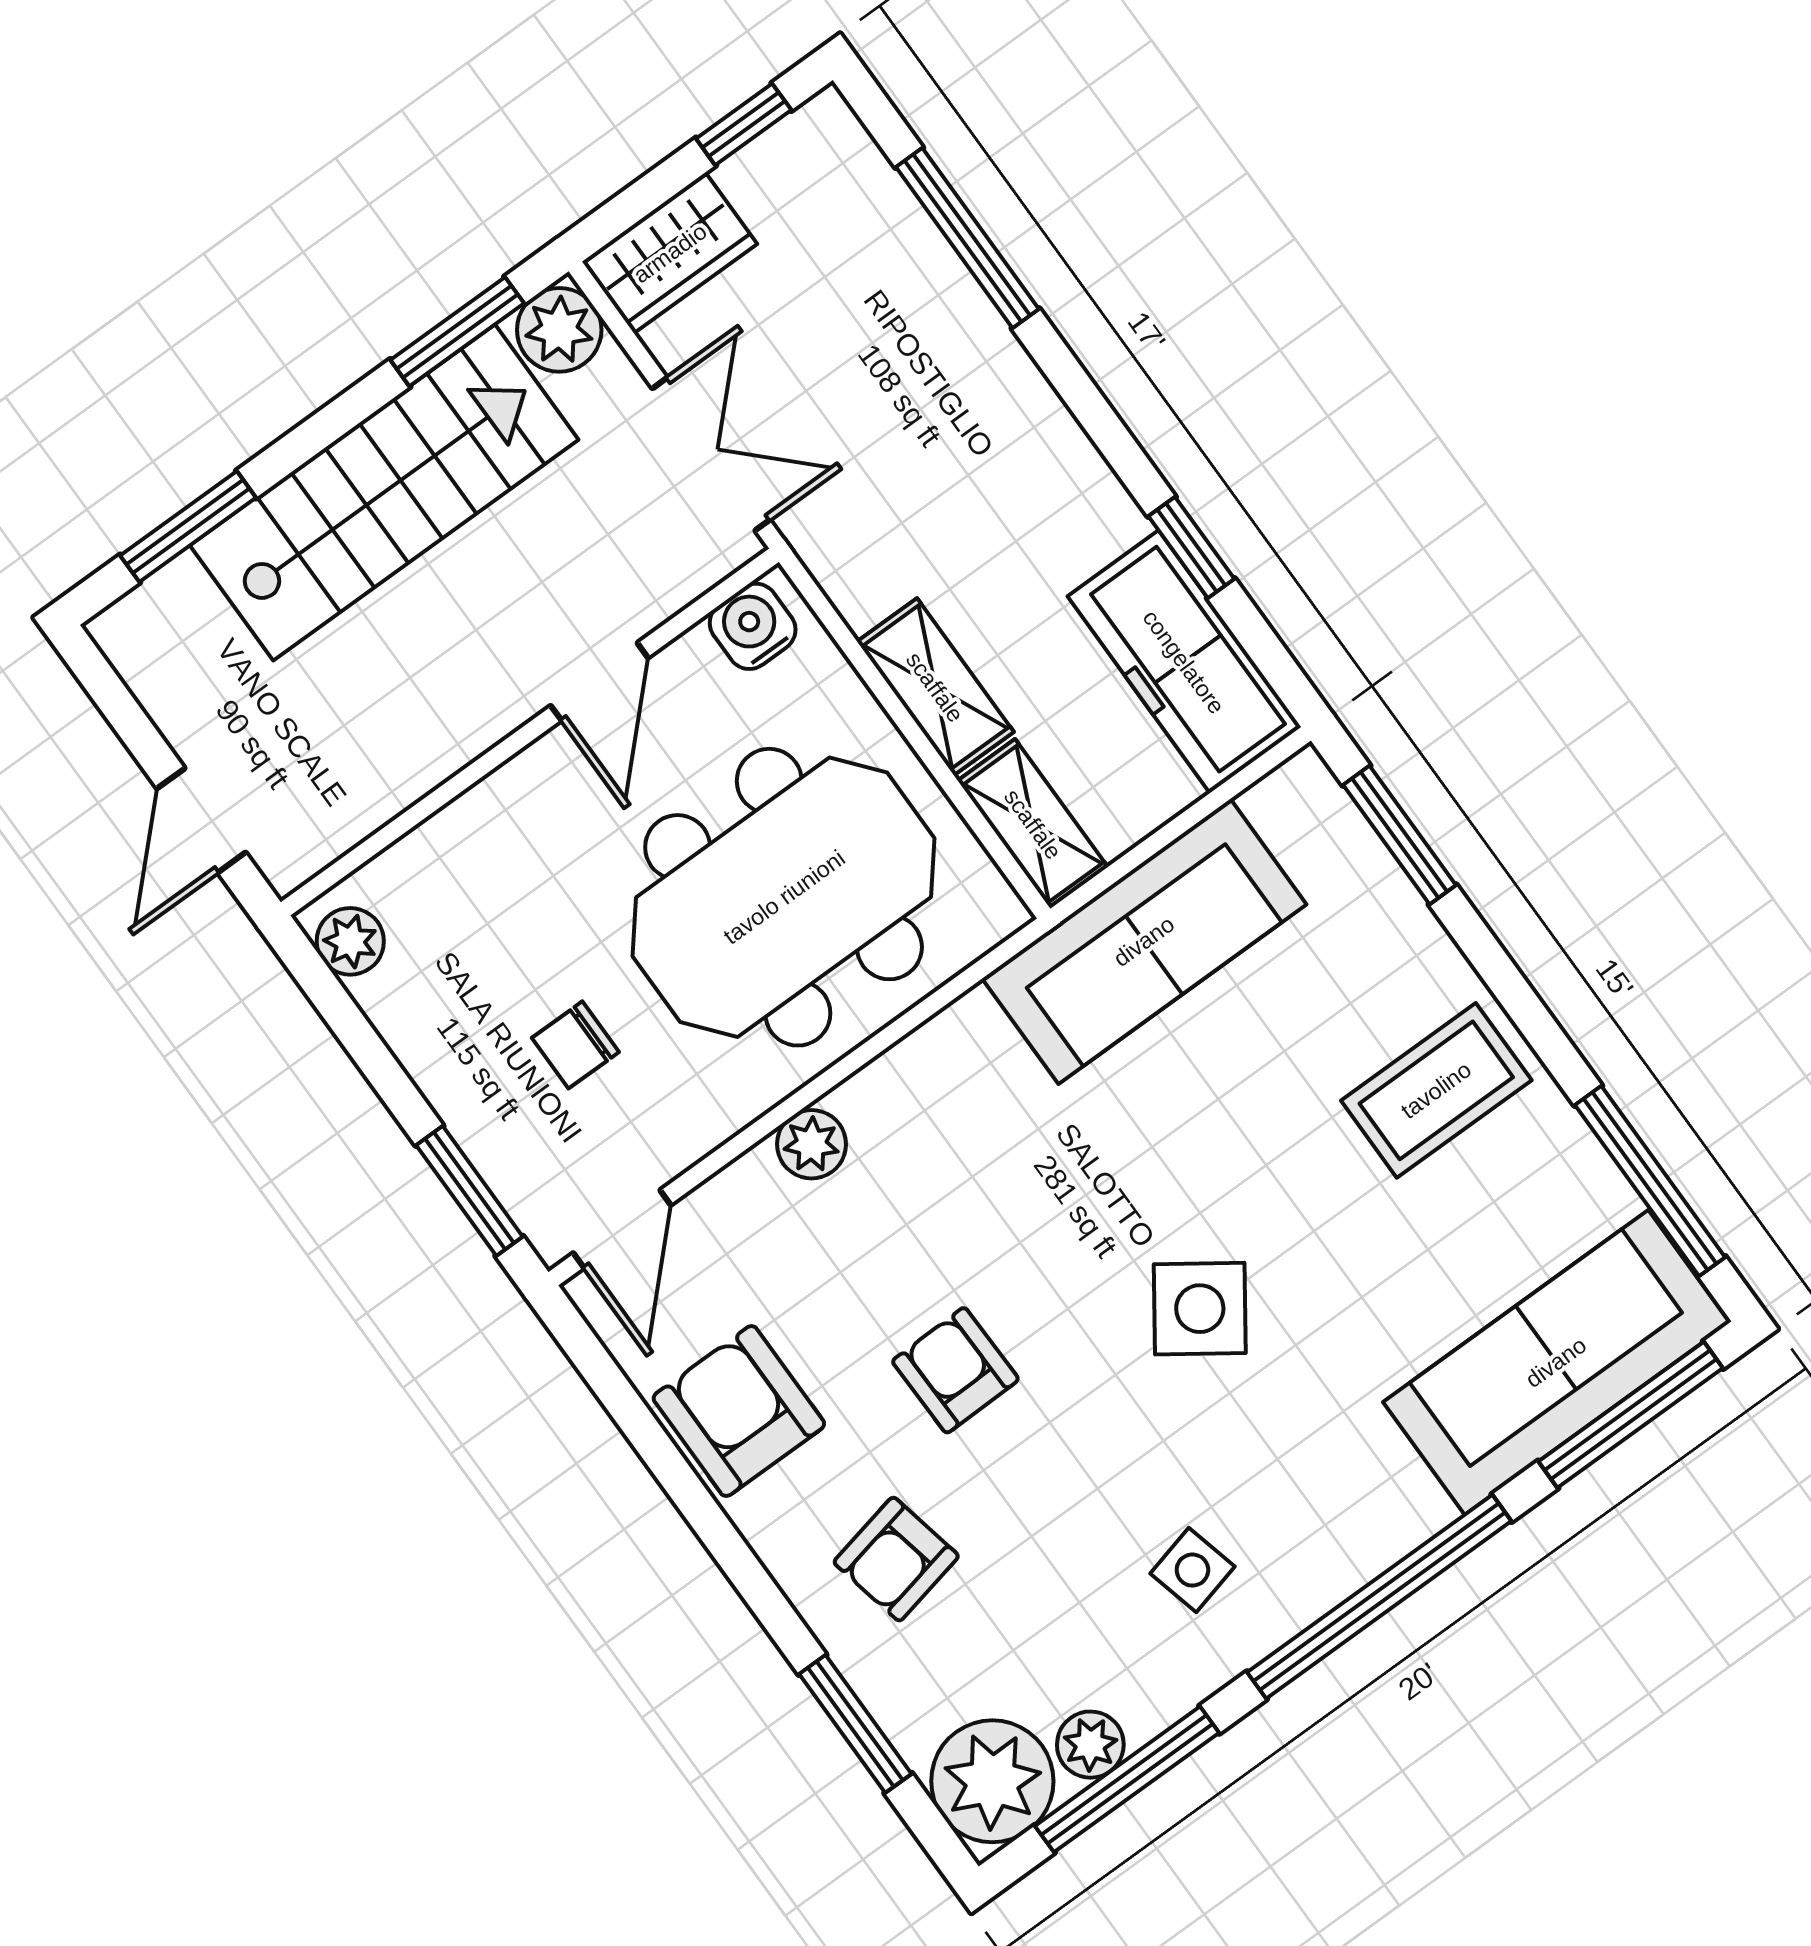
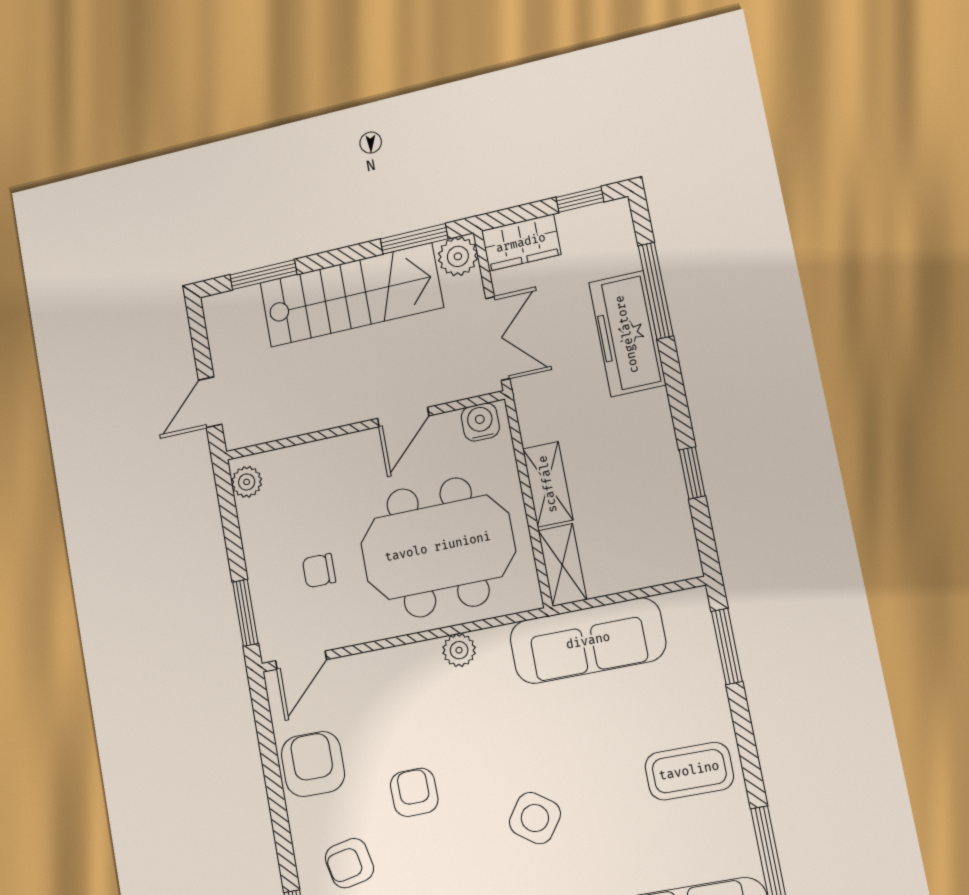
freezer: (1184, 662) -> (627, 334), moved
plant: (812, 1144) -> (459, 650), moved

